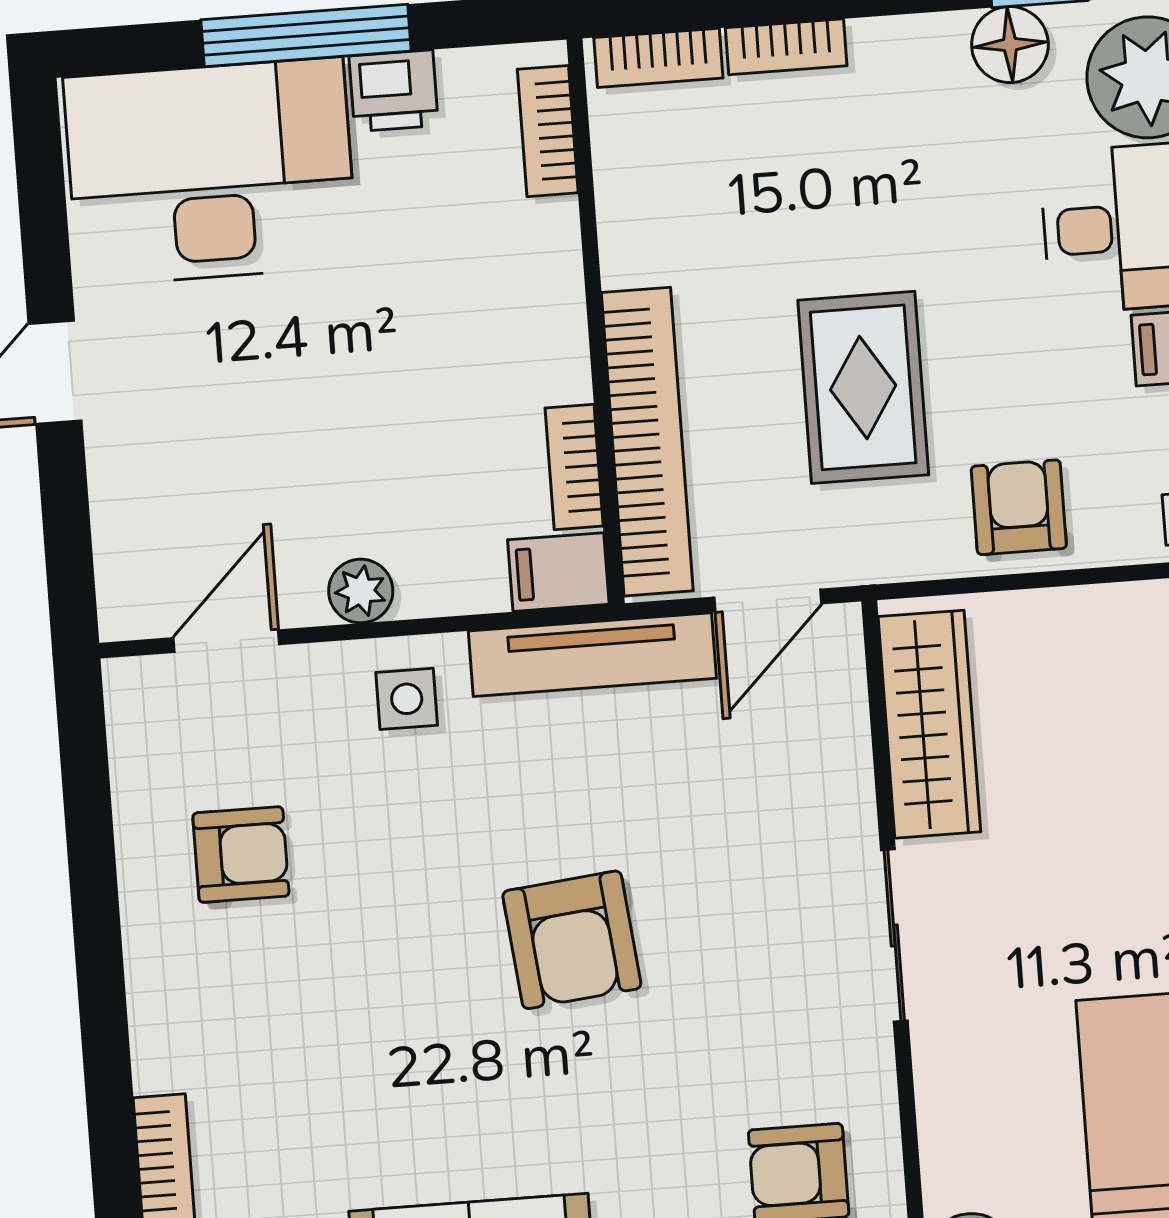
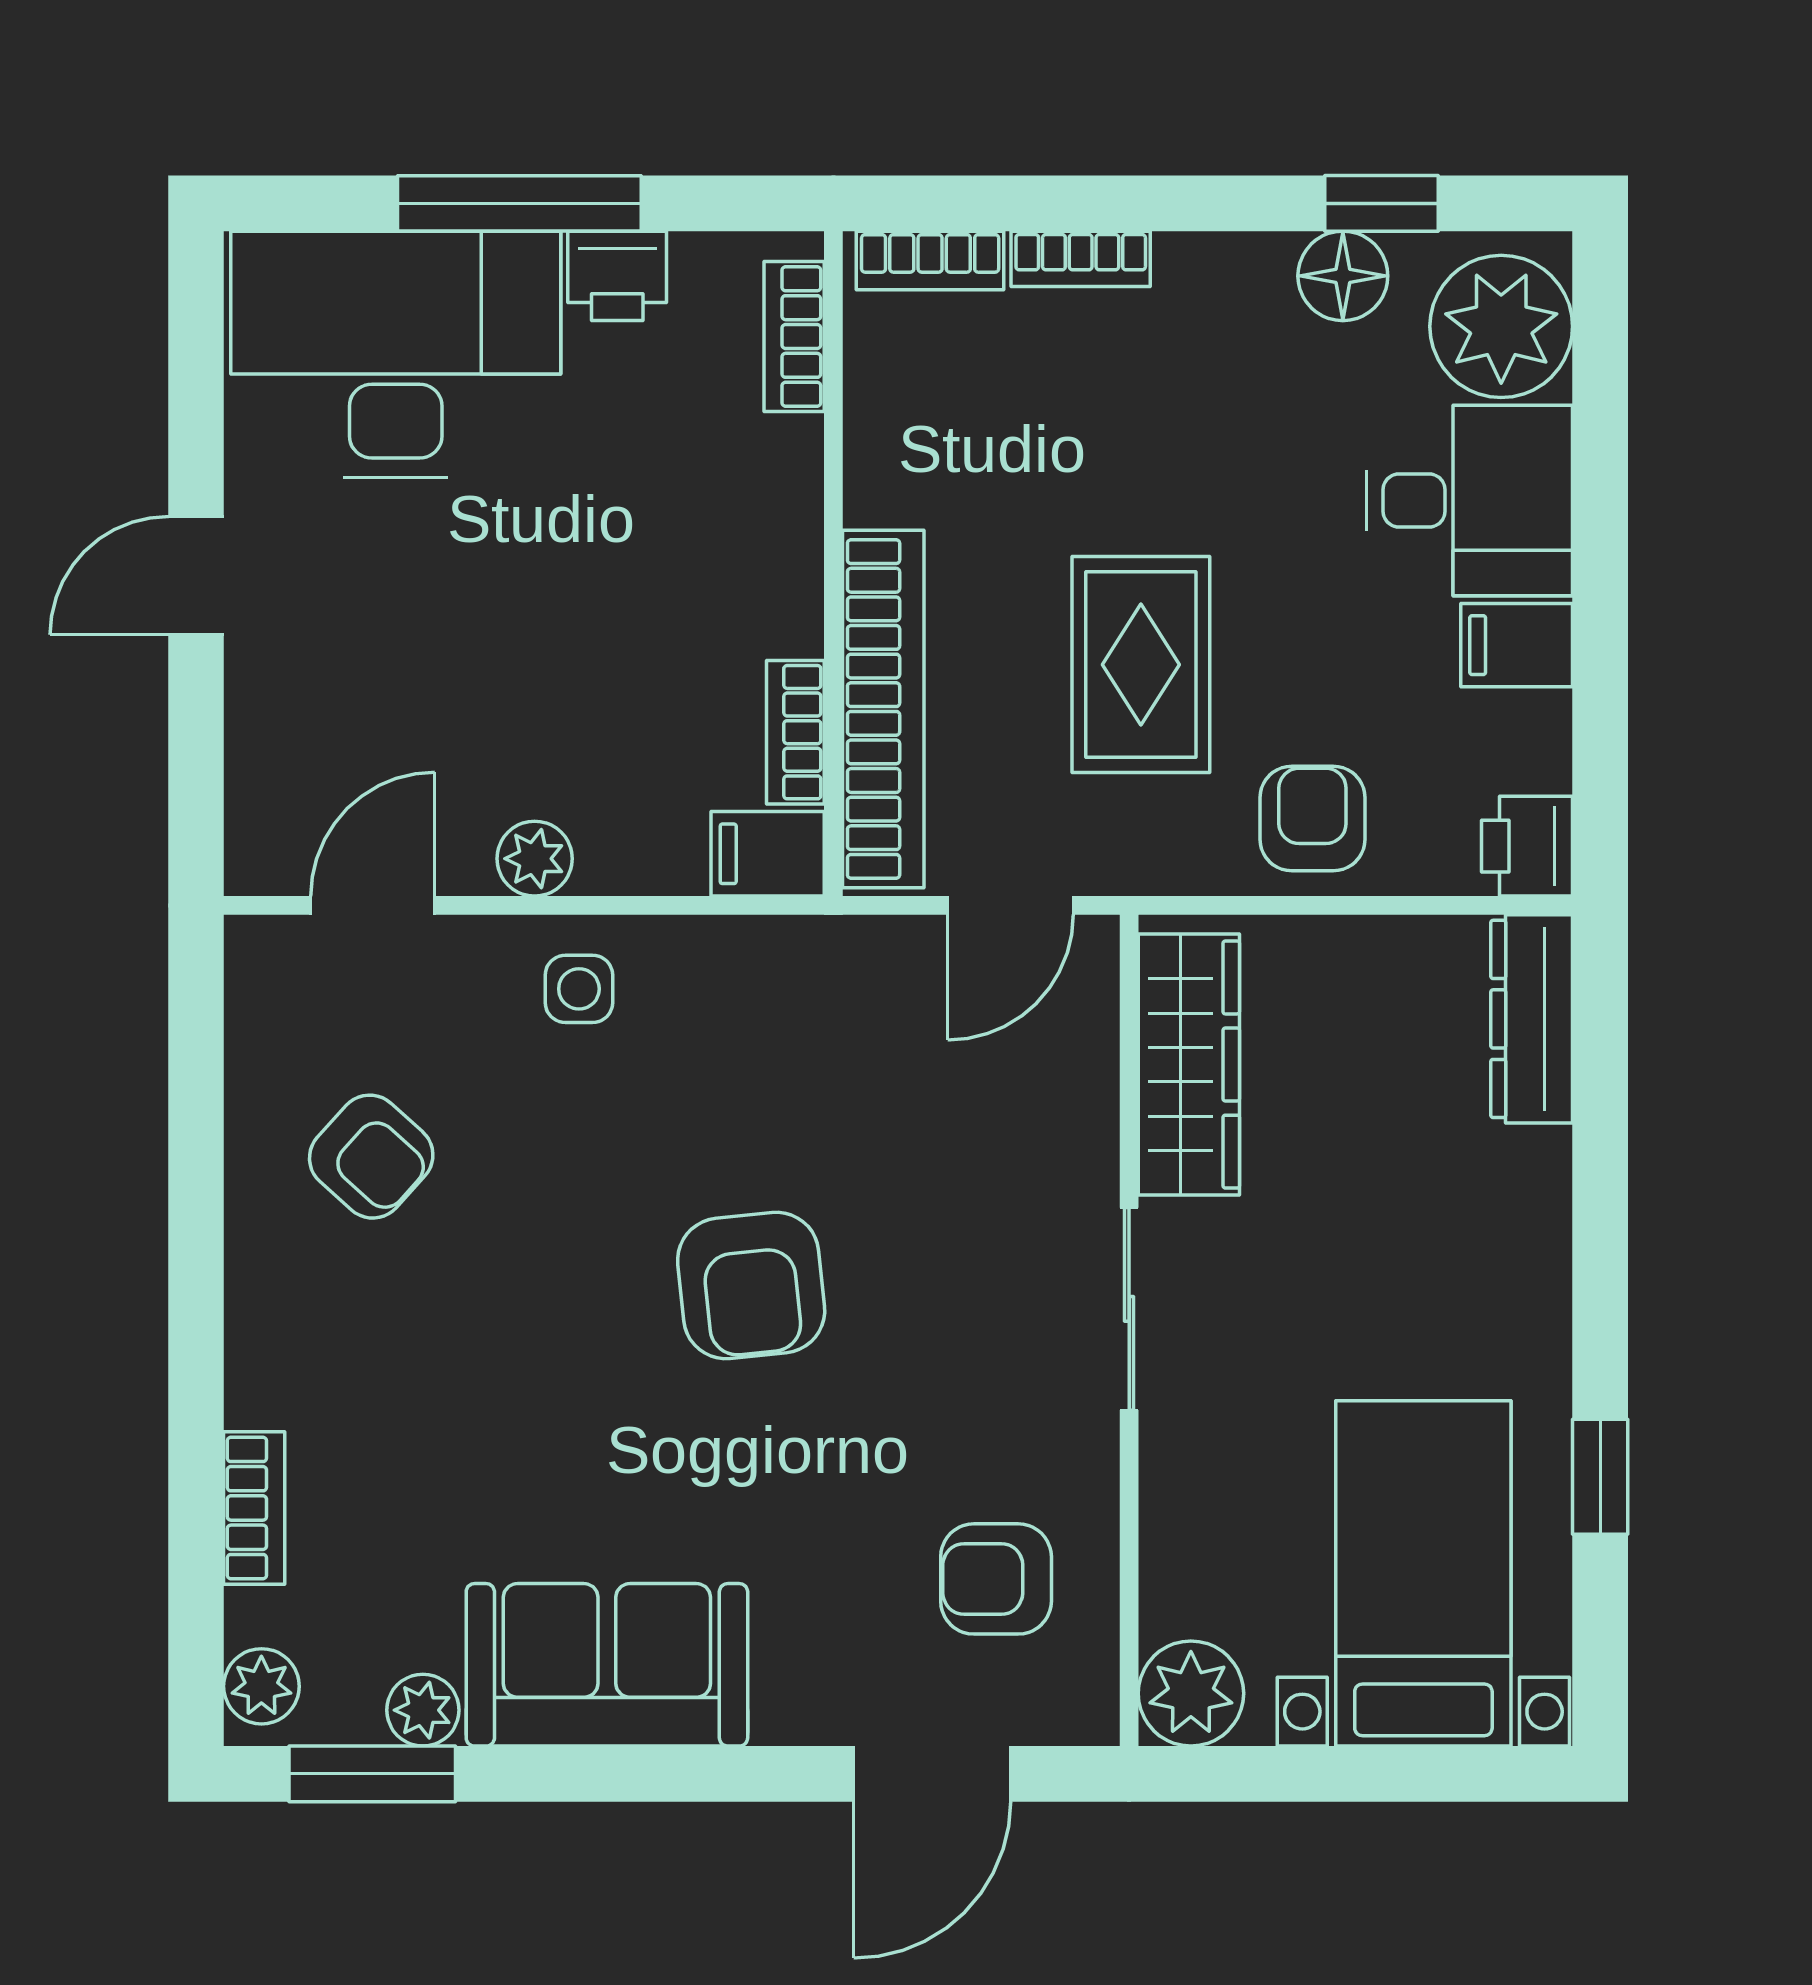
tv unit: (592, 655) -> (800, 953), removed
armchair: (241, 855) -> (371, 1157), turned 42

